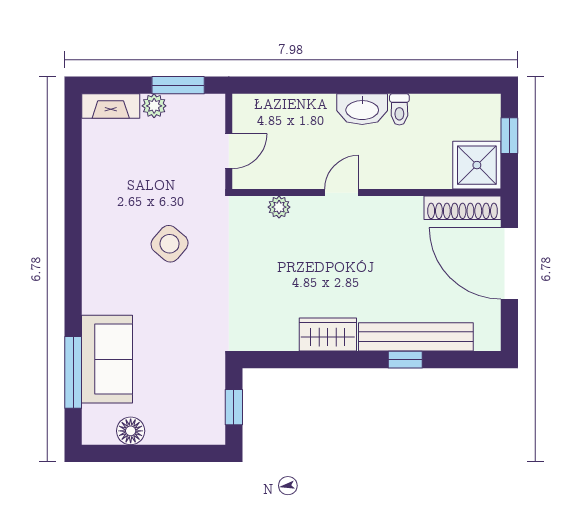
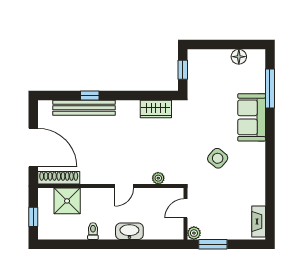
fireplace: (111, 106) -> (259, 222), moved, turned -90
plant: (154, 106) -> (194, 233), moved
washbasin: (362, 109) -> (129, 231), moved
shower: (477, 165) -> (67, 201), moved
wardrobe: (328, 335) -> (156, 109), moved
sofa: (107, 359) -> (252, 117), moved

